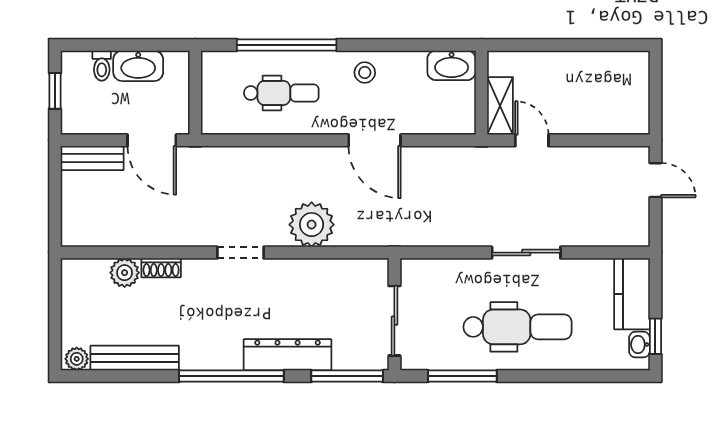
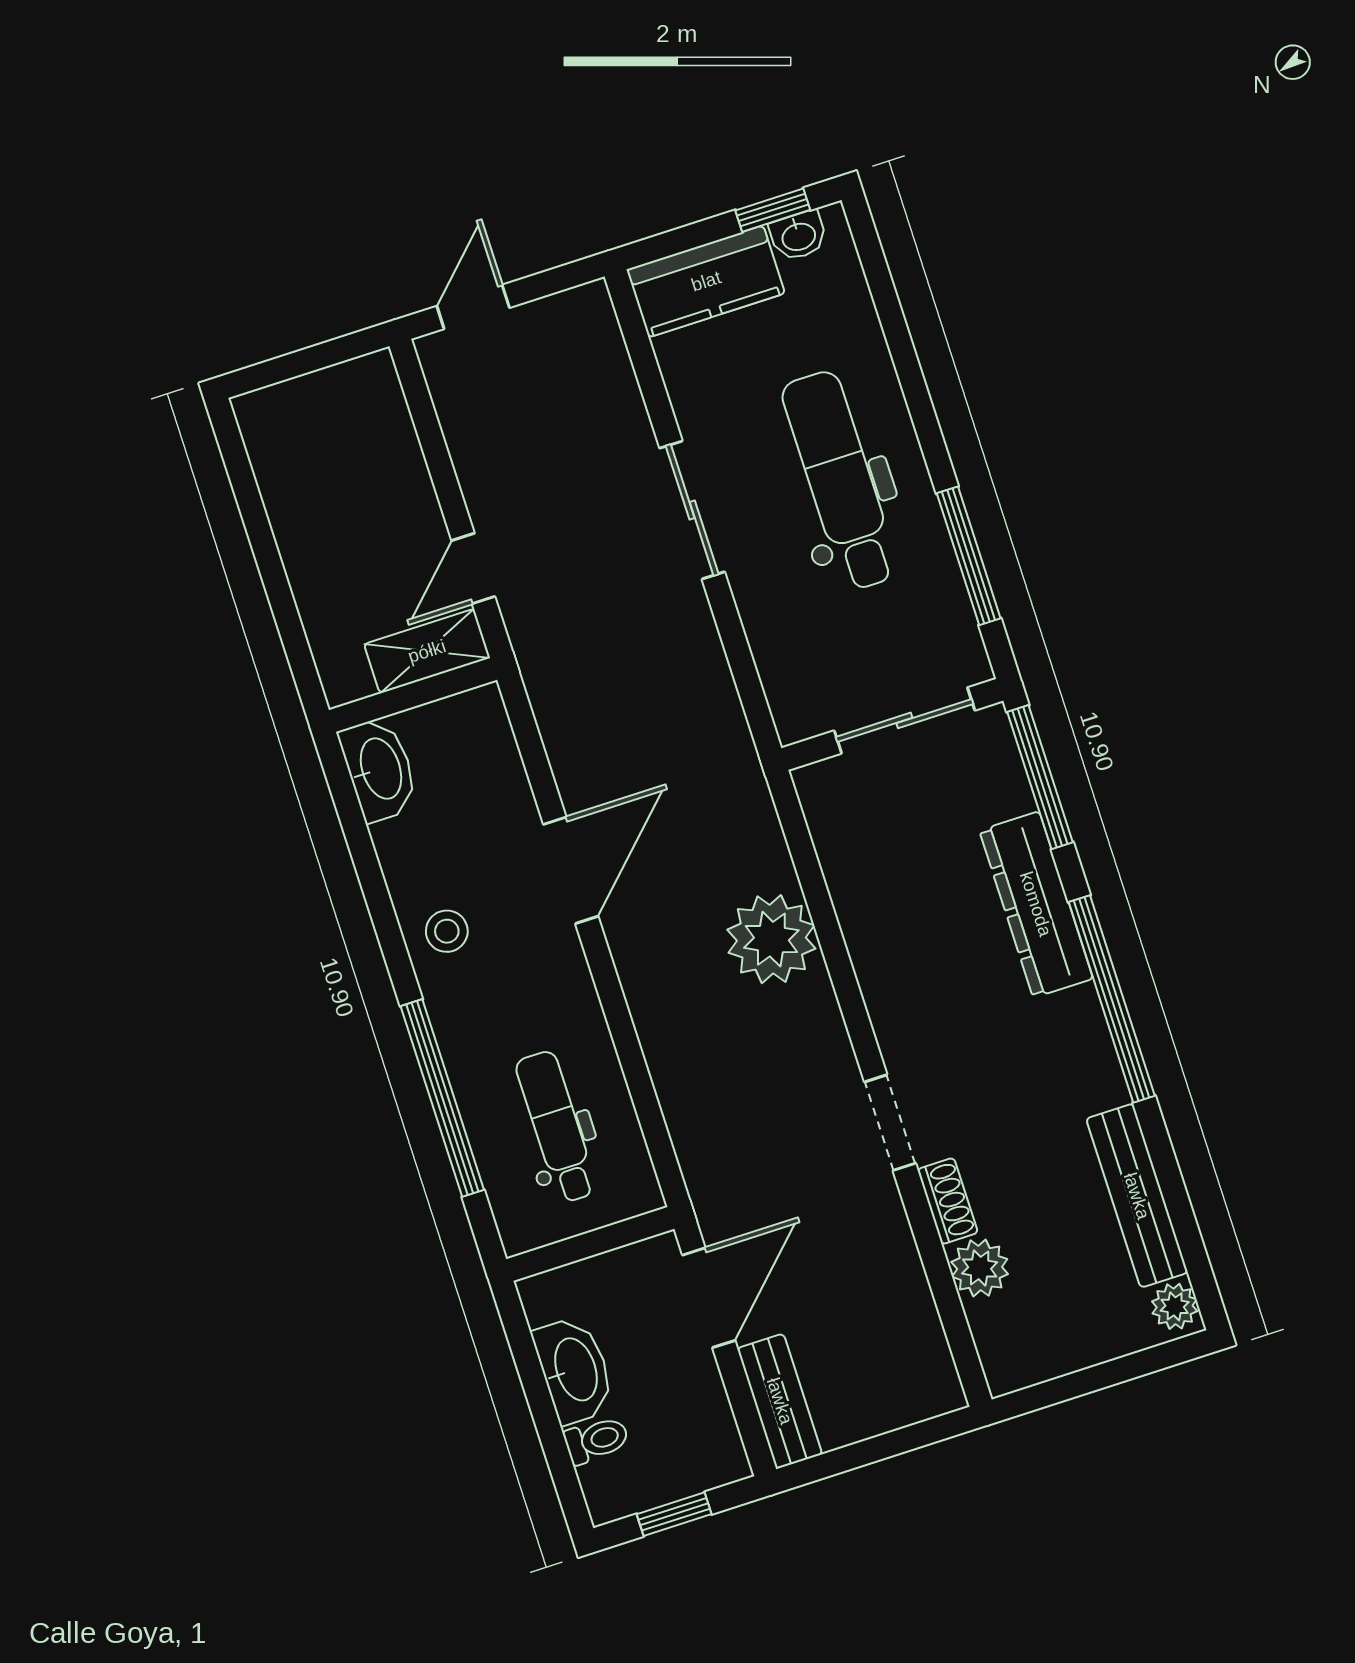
dental chair: (281, 93) -> (556, 1127), moved
doorway: (240, 253) -> (890, 1123), moved

